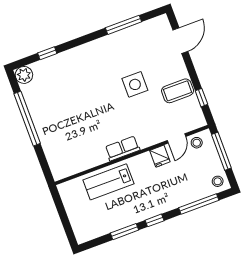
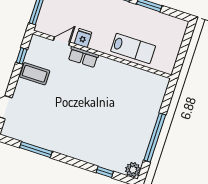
side table: (135, 84) -> (61, 102), removed
stool: (197, 143) -> (50, 27), removed
row of seats: (122, 148) -> (83, 57), moved

